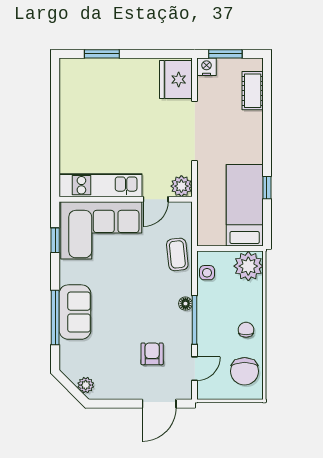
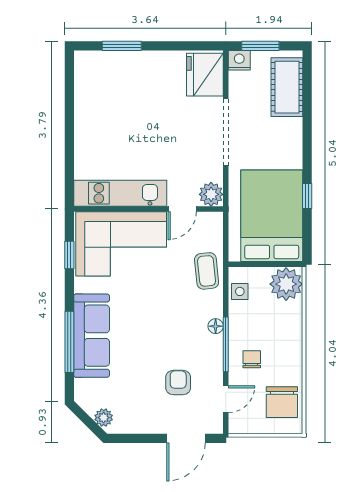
cot: (253, 91) -> (287, 87), width x1.37, depth x1.34
bed: (245, 205) -> (272, 216), width x1.50
sofa: (75, 312) -> (92, 336), width x1.36
chair: (246, 330) -> (252, 359), moved

